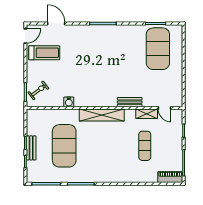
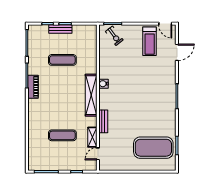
water cooler: (69, 102) -> (104, 84), moved
exercise mat: (64, 146) -> (62, 60), width x0.50, depth x0.69
piano: (170, 177) -> (33, 87), moved

